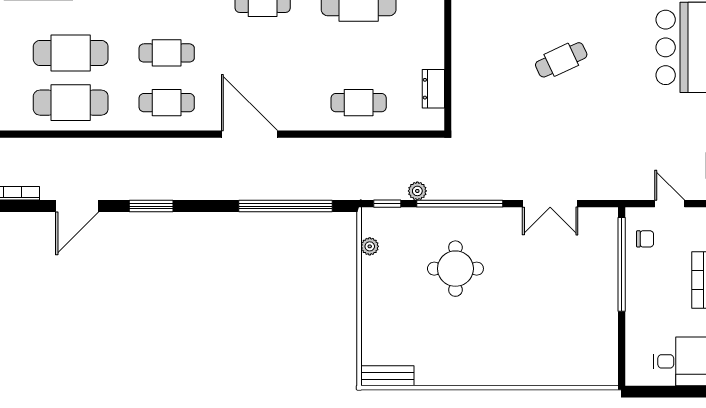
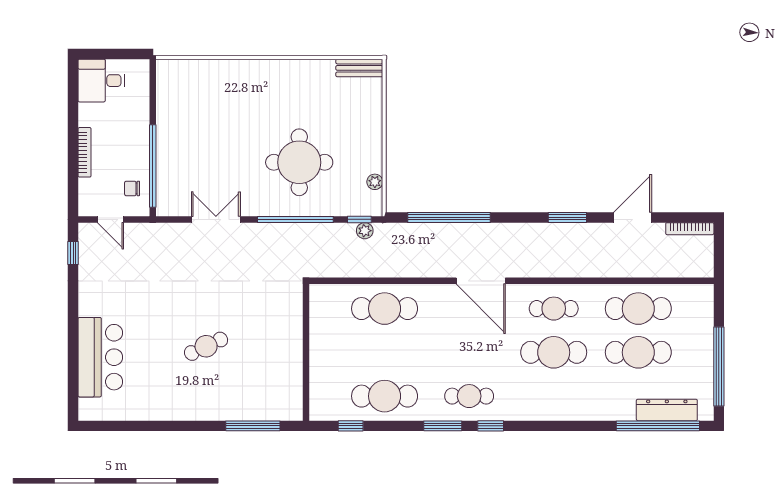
cafe table: (167, 53) -> (554, 352), width x1.37, depth x1.35
dresser: (433, 89) -> (319, 321), removed
cafe table: (359, 103) -> (385, 309), width x1.37, depth x1.35
plant: (417, 191) -> (365, 231), moved
round table: (455, 269) -> (299, 162), width x1.36, depth x1.36

